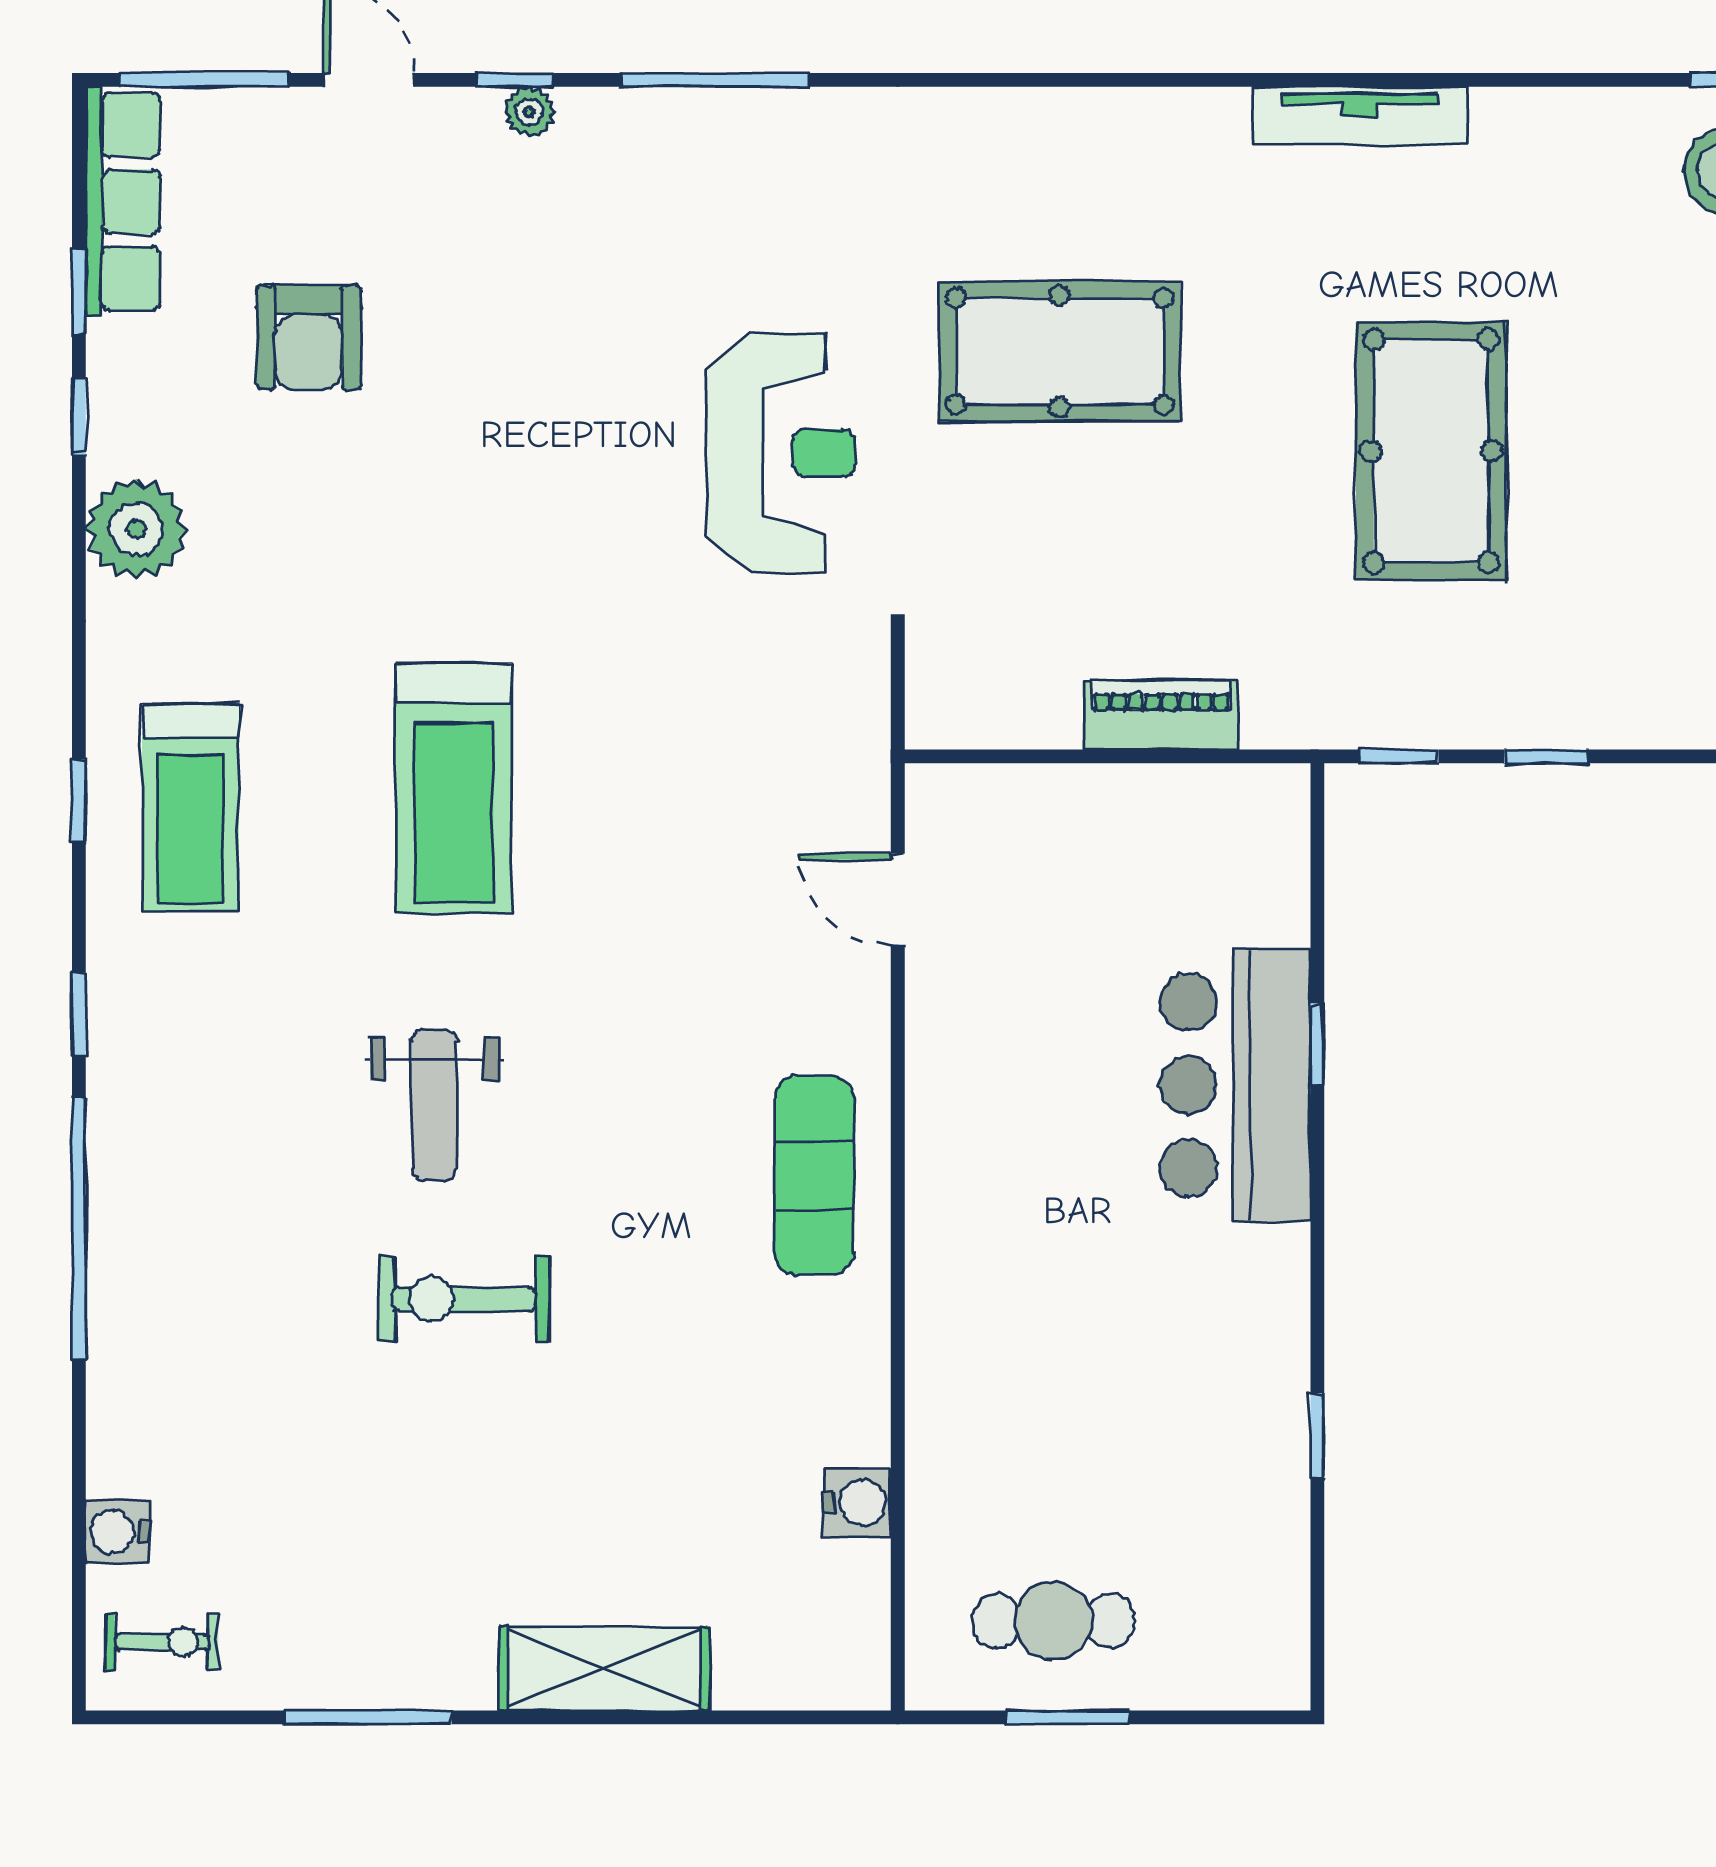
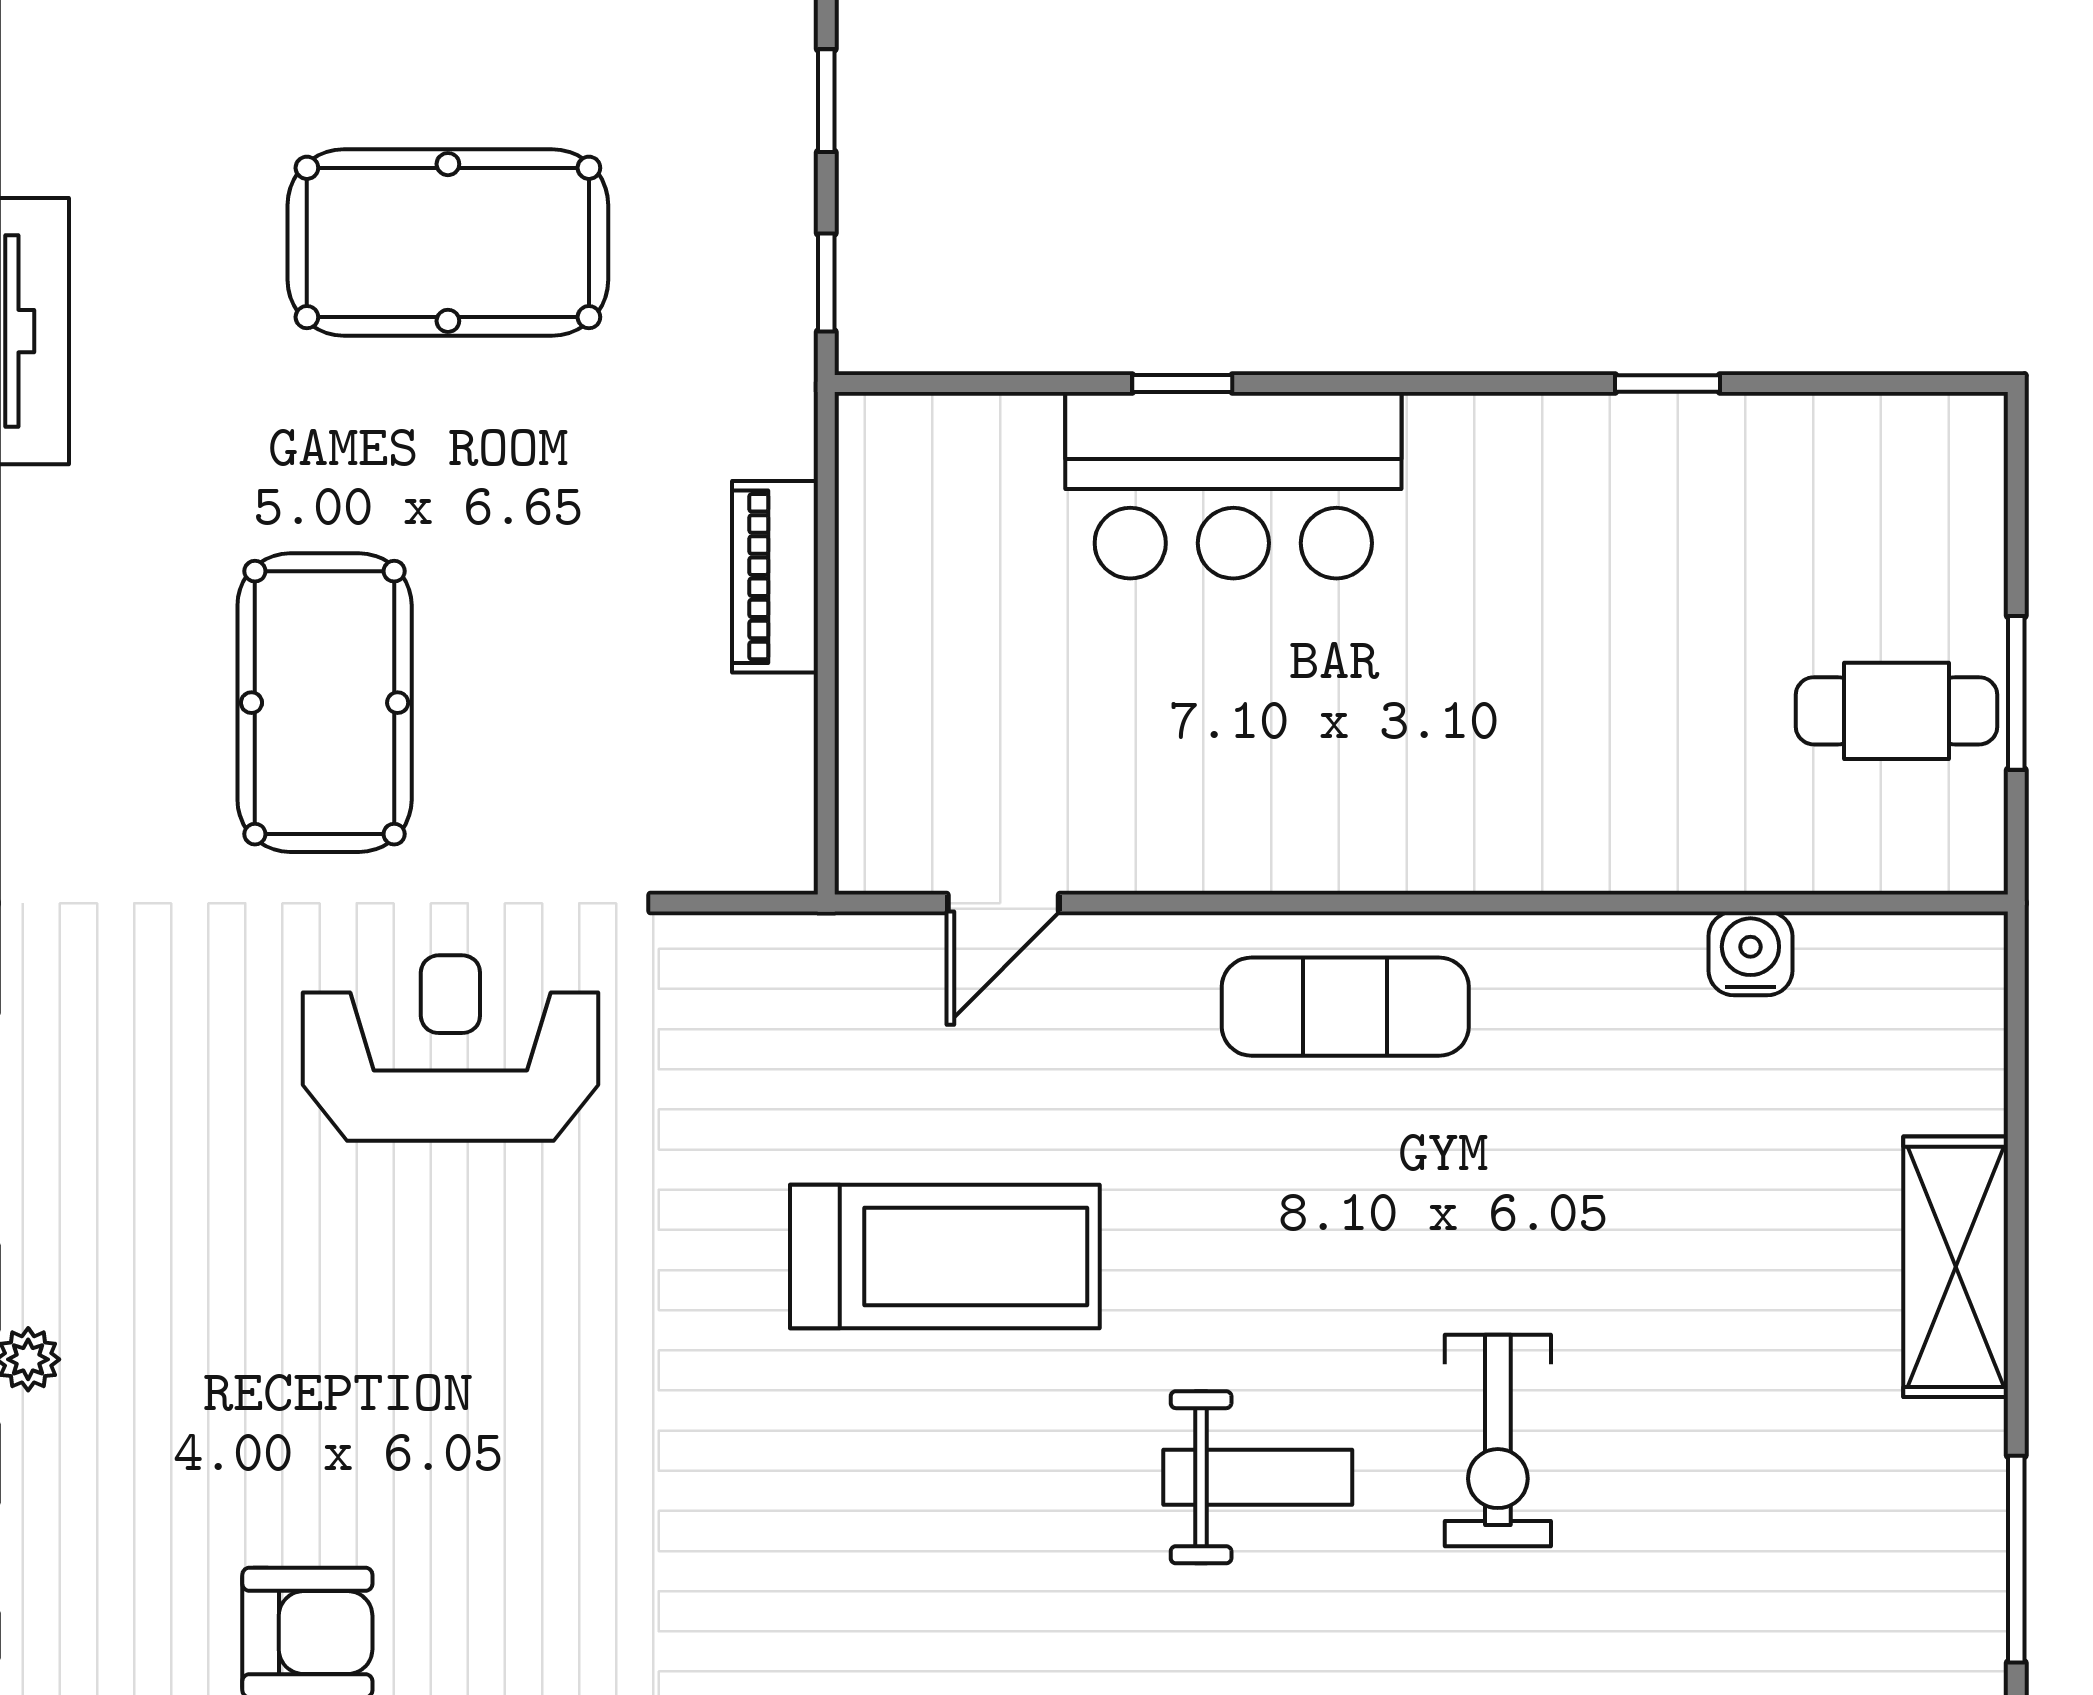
treadmill: (454, 788) -> (945, 1256), moved
cafe table: (1053, 1621) -> (1897, 711), turned 90

